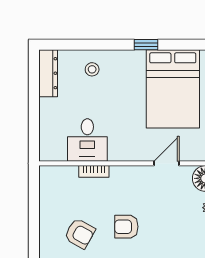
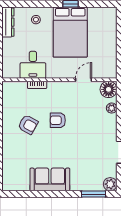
bed: (173, 89) -> (70, 32), moved

